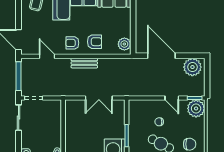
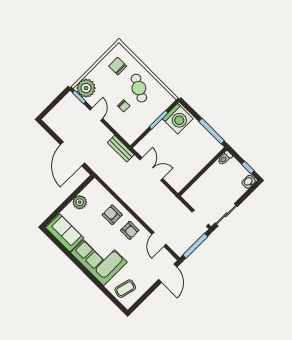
plant: (124, 44) -> (80, 202), moved
bench: (84, 63) -> (121, 149), moved
plant: (192, 67) -> (58, 122), removed

